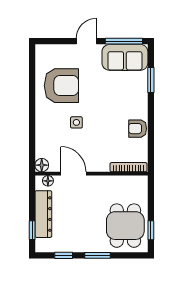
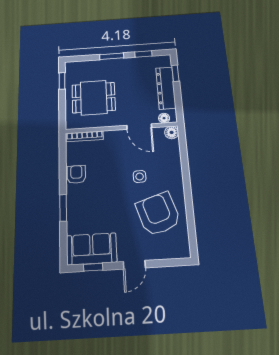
window: (124, 41) -> (93, 267), width x0.46
window: (151, 80) -> (63, 208), moved
armchair: (61, 86) -> (158, 214), turned 72
armchair: (138, 129) -> (76, 174), turned -90
dining table: (125, 226) -> (94, 98), moved, turned 90

